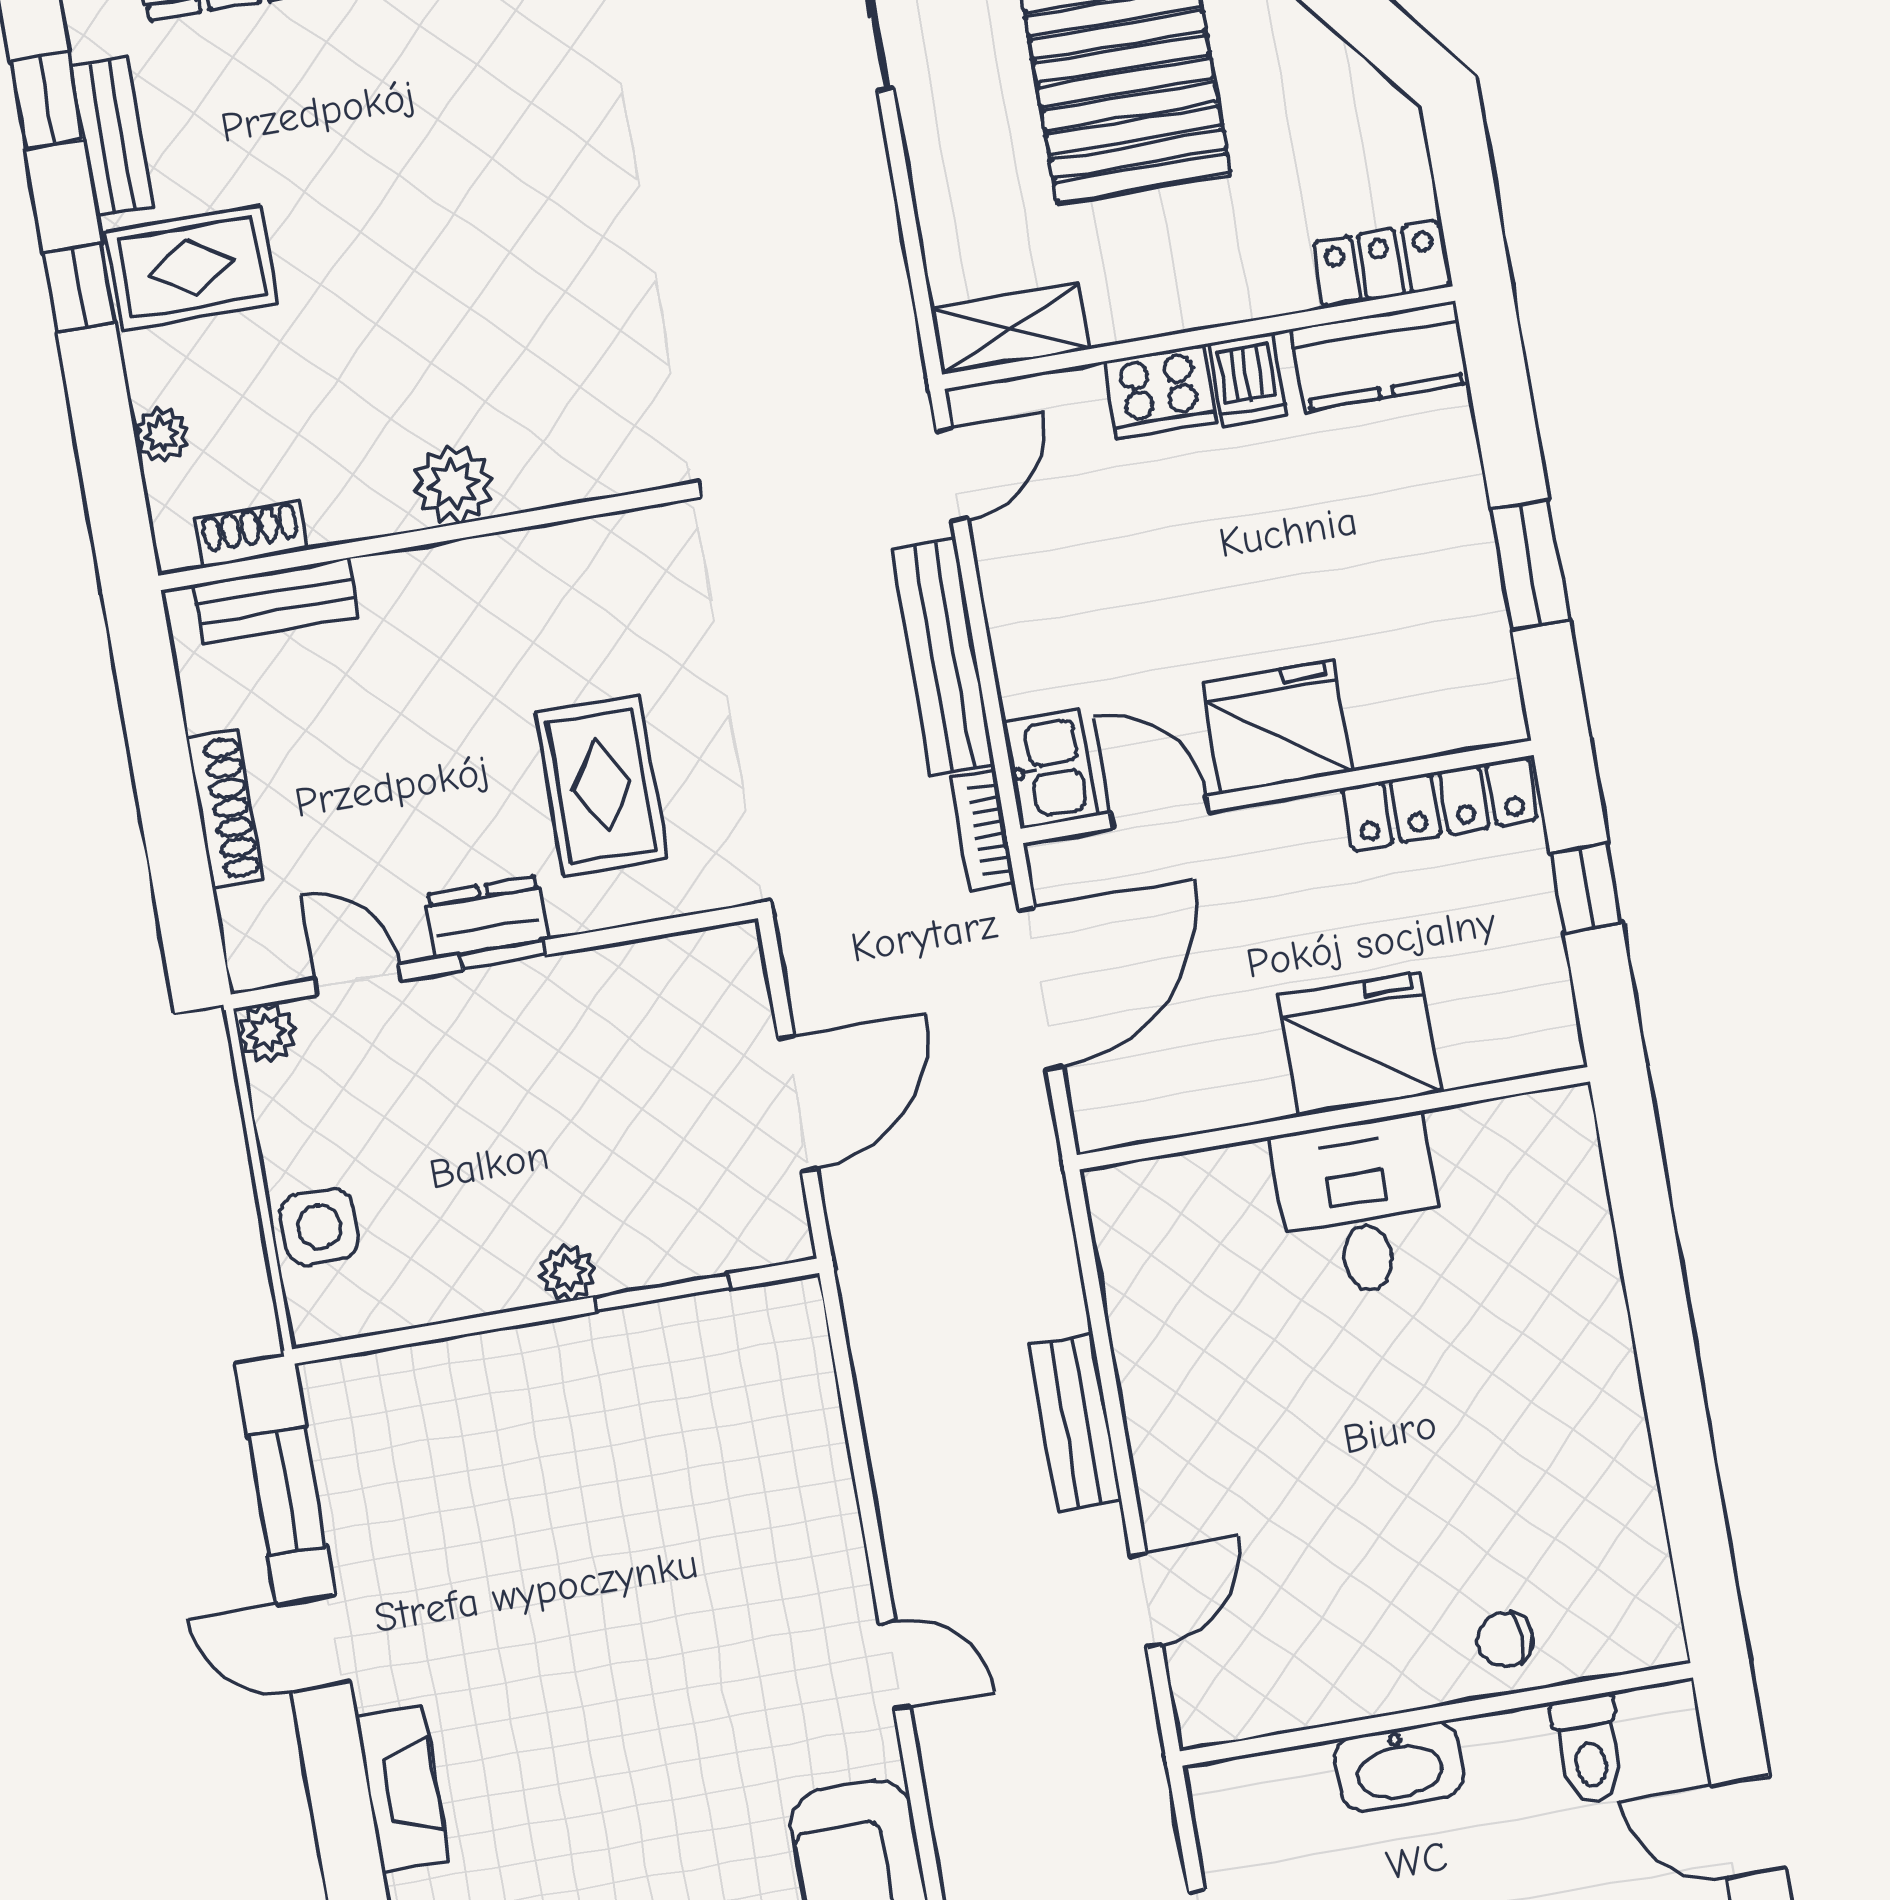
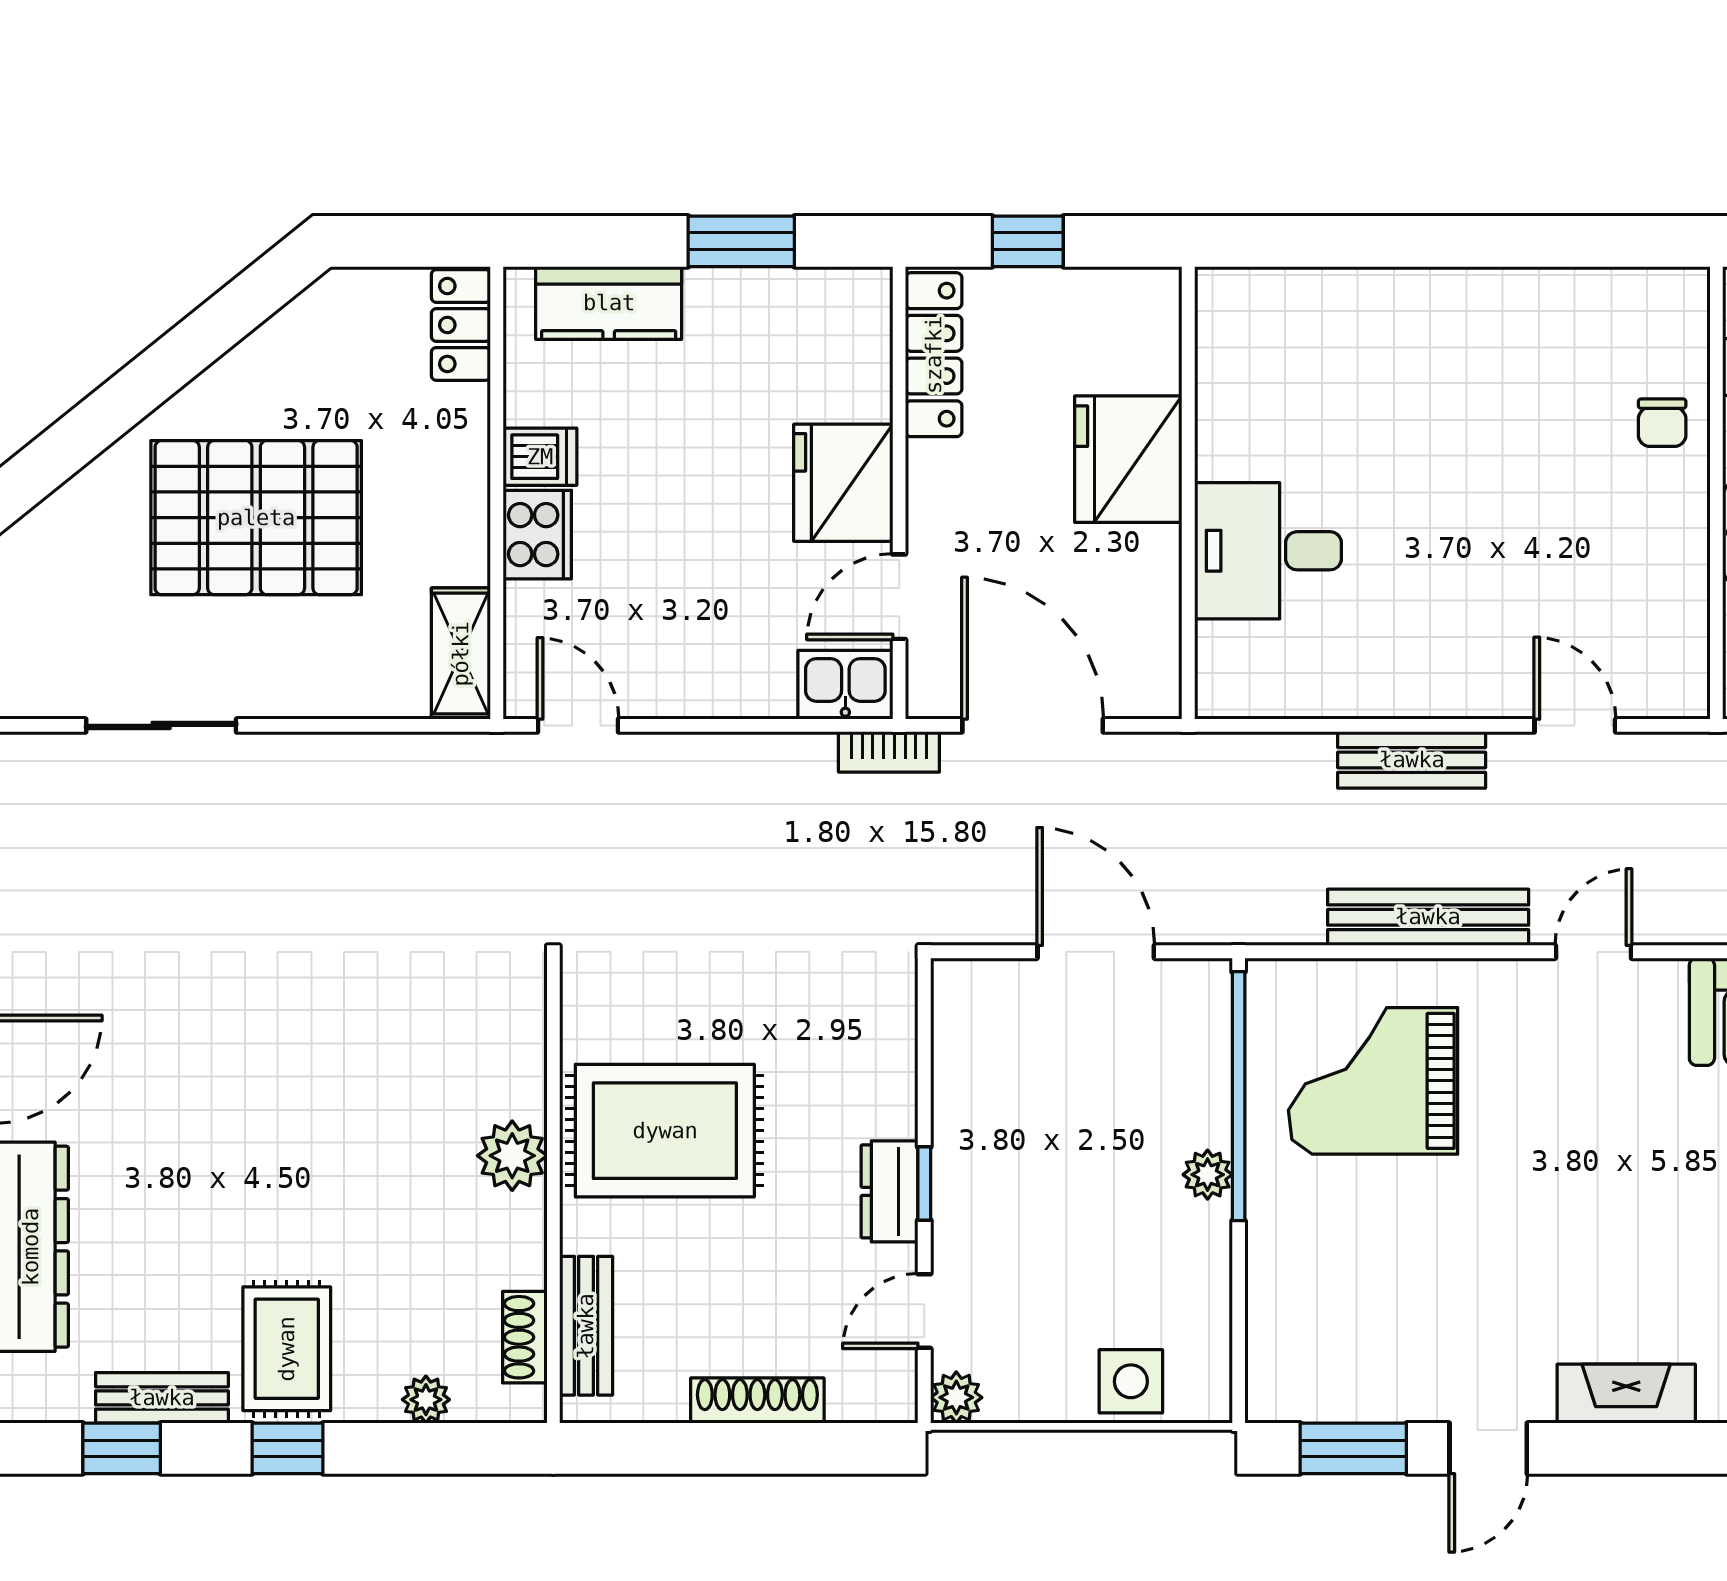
kitchen counter: (1380, 356) -> (609, 303), moved, turned 90
bench: (943, 656) -> (1428, 917), moved
rug: (602, 786) -> (665, 1131), moved, width x1.36, depth x1.43
desk: (1359, 1206) -> (1268, 551), moved
window: (662, 1293) -> (1239, 1096), width x2.11
grand piano: (706, 1441) -> (1373, 1081), added

